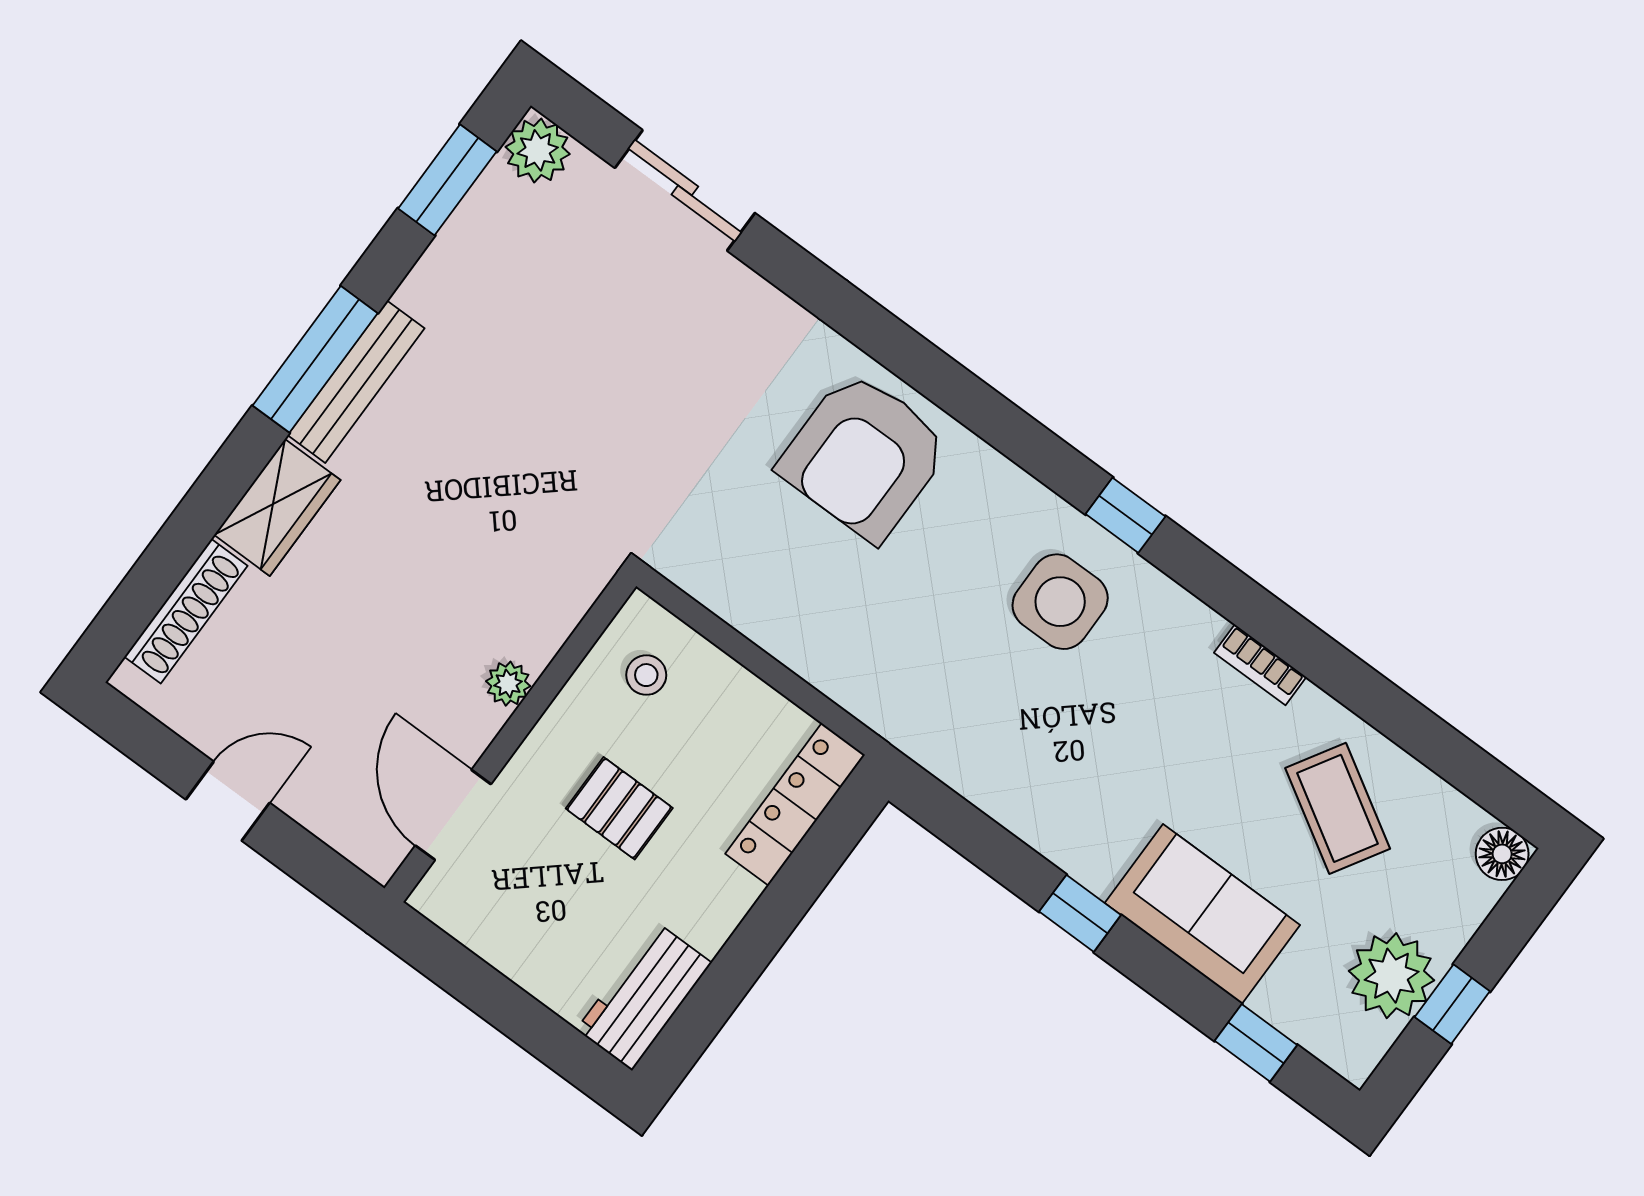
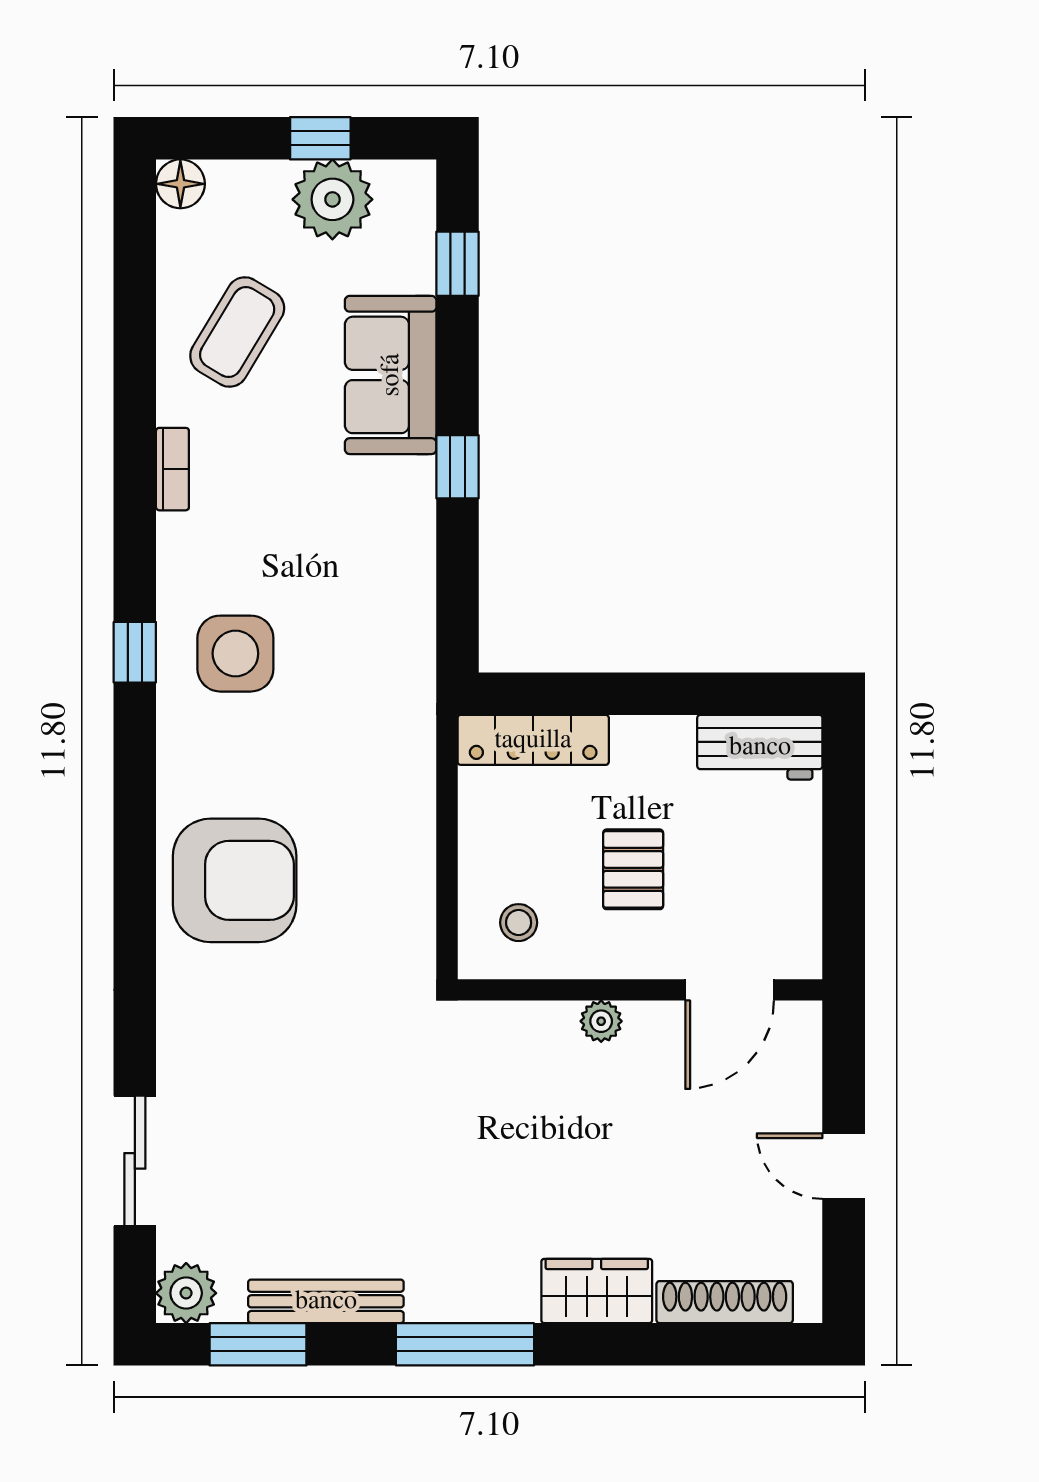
bench: (356, 382) -> (326, 1301), moved

